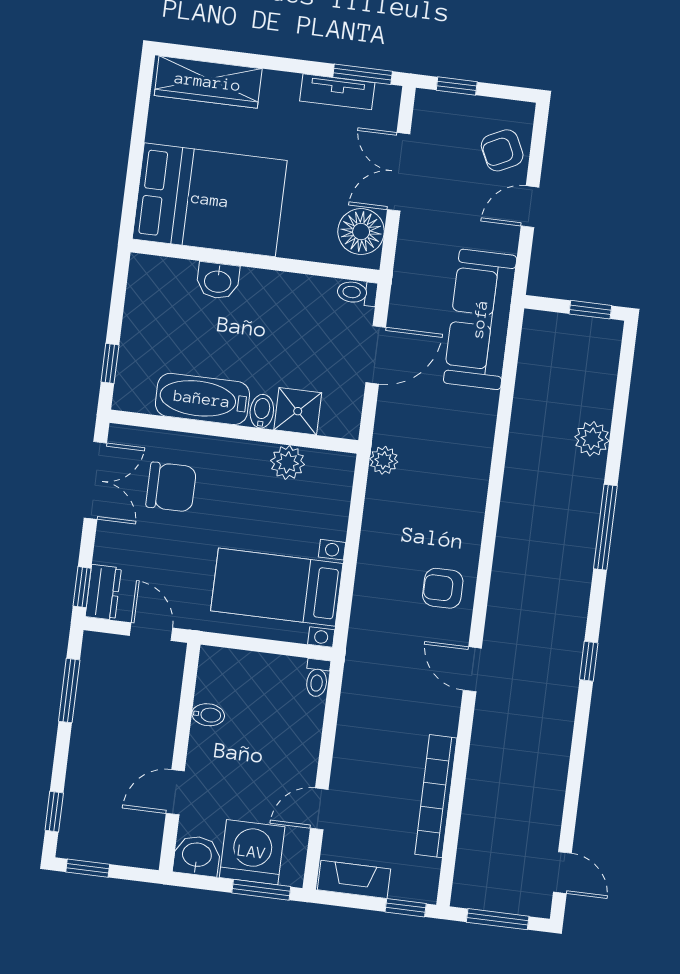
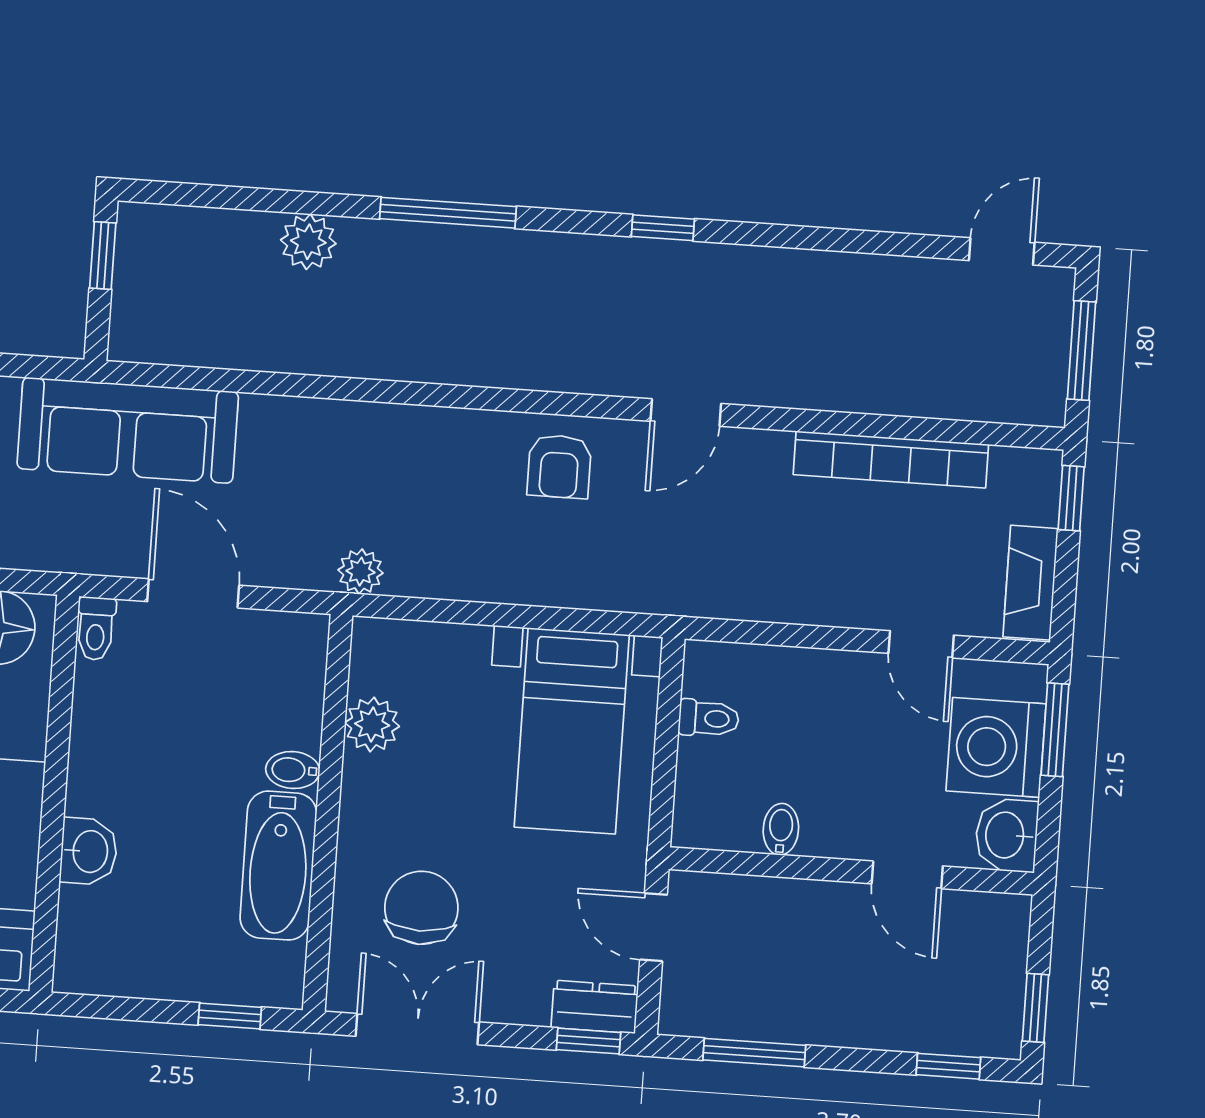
shower: (298, 411) -> (290, 713), removed
door: (151, 632) -> (653, 927), hinge flipped
toilet: (317, 678) -> (709, 718), moved

